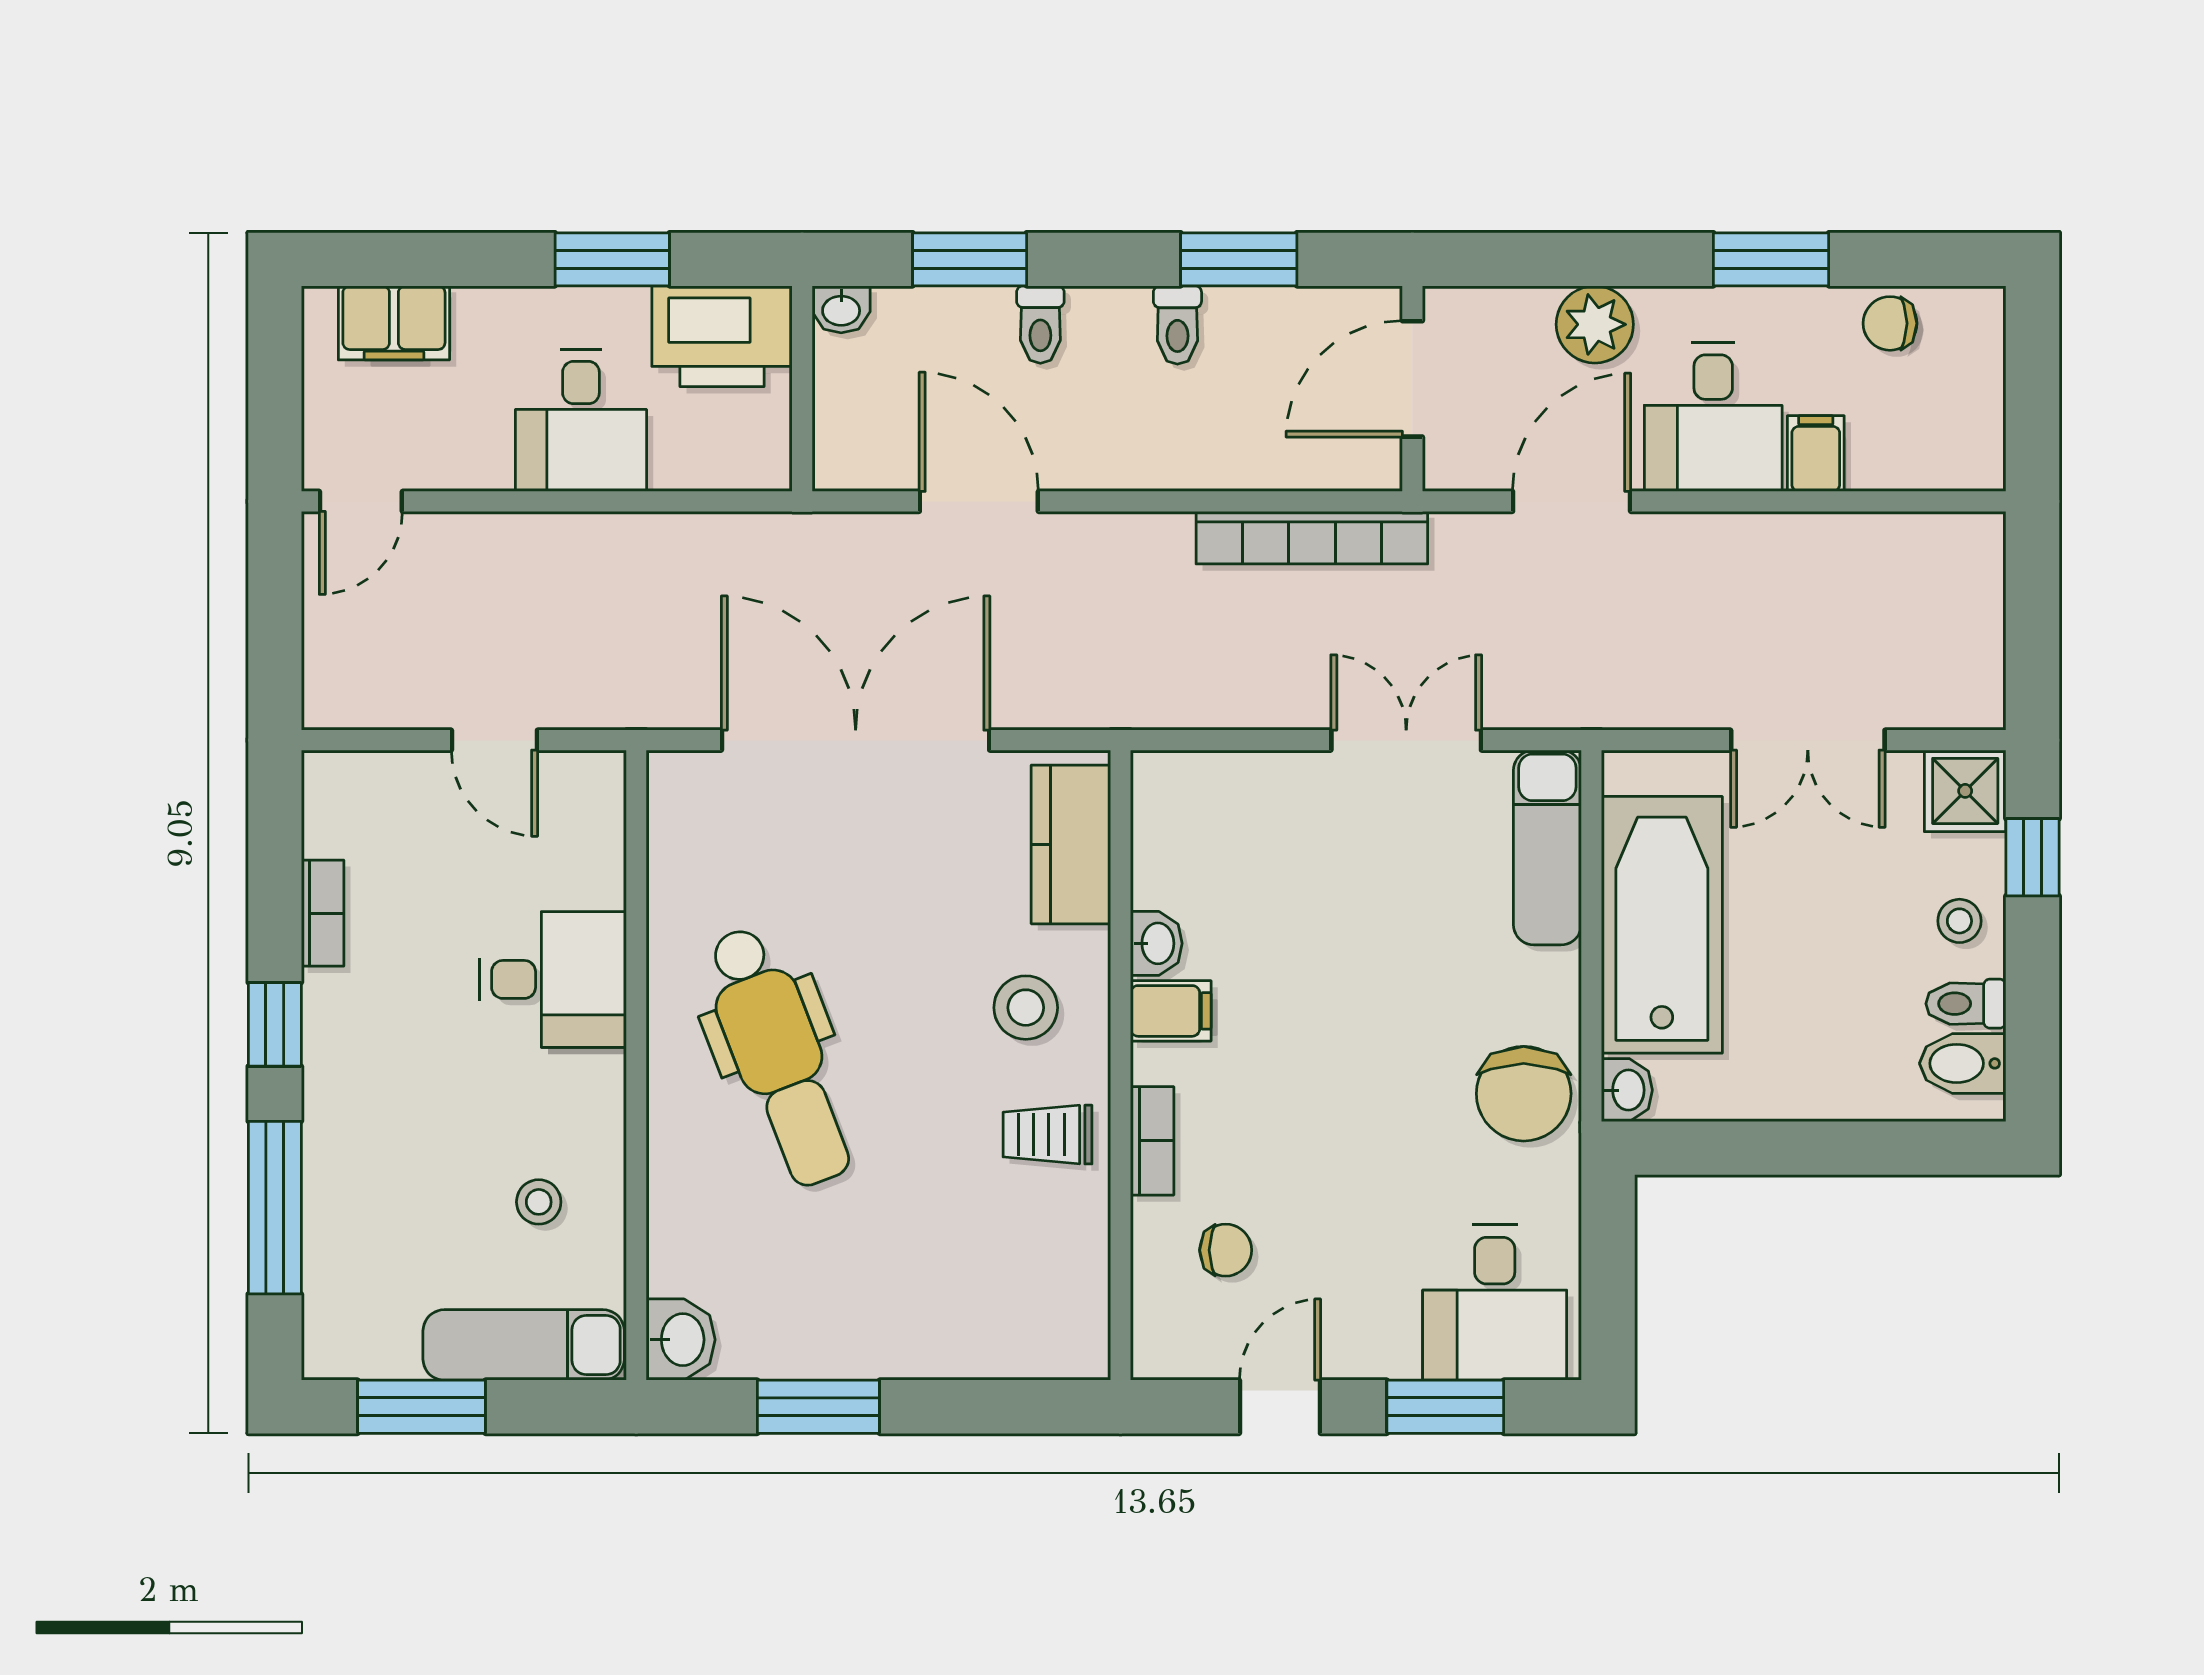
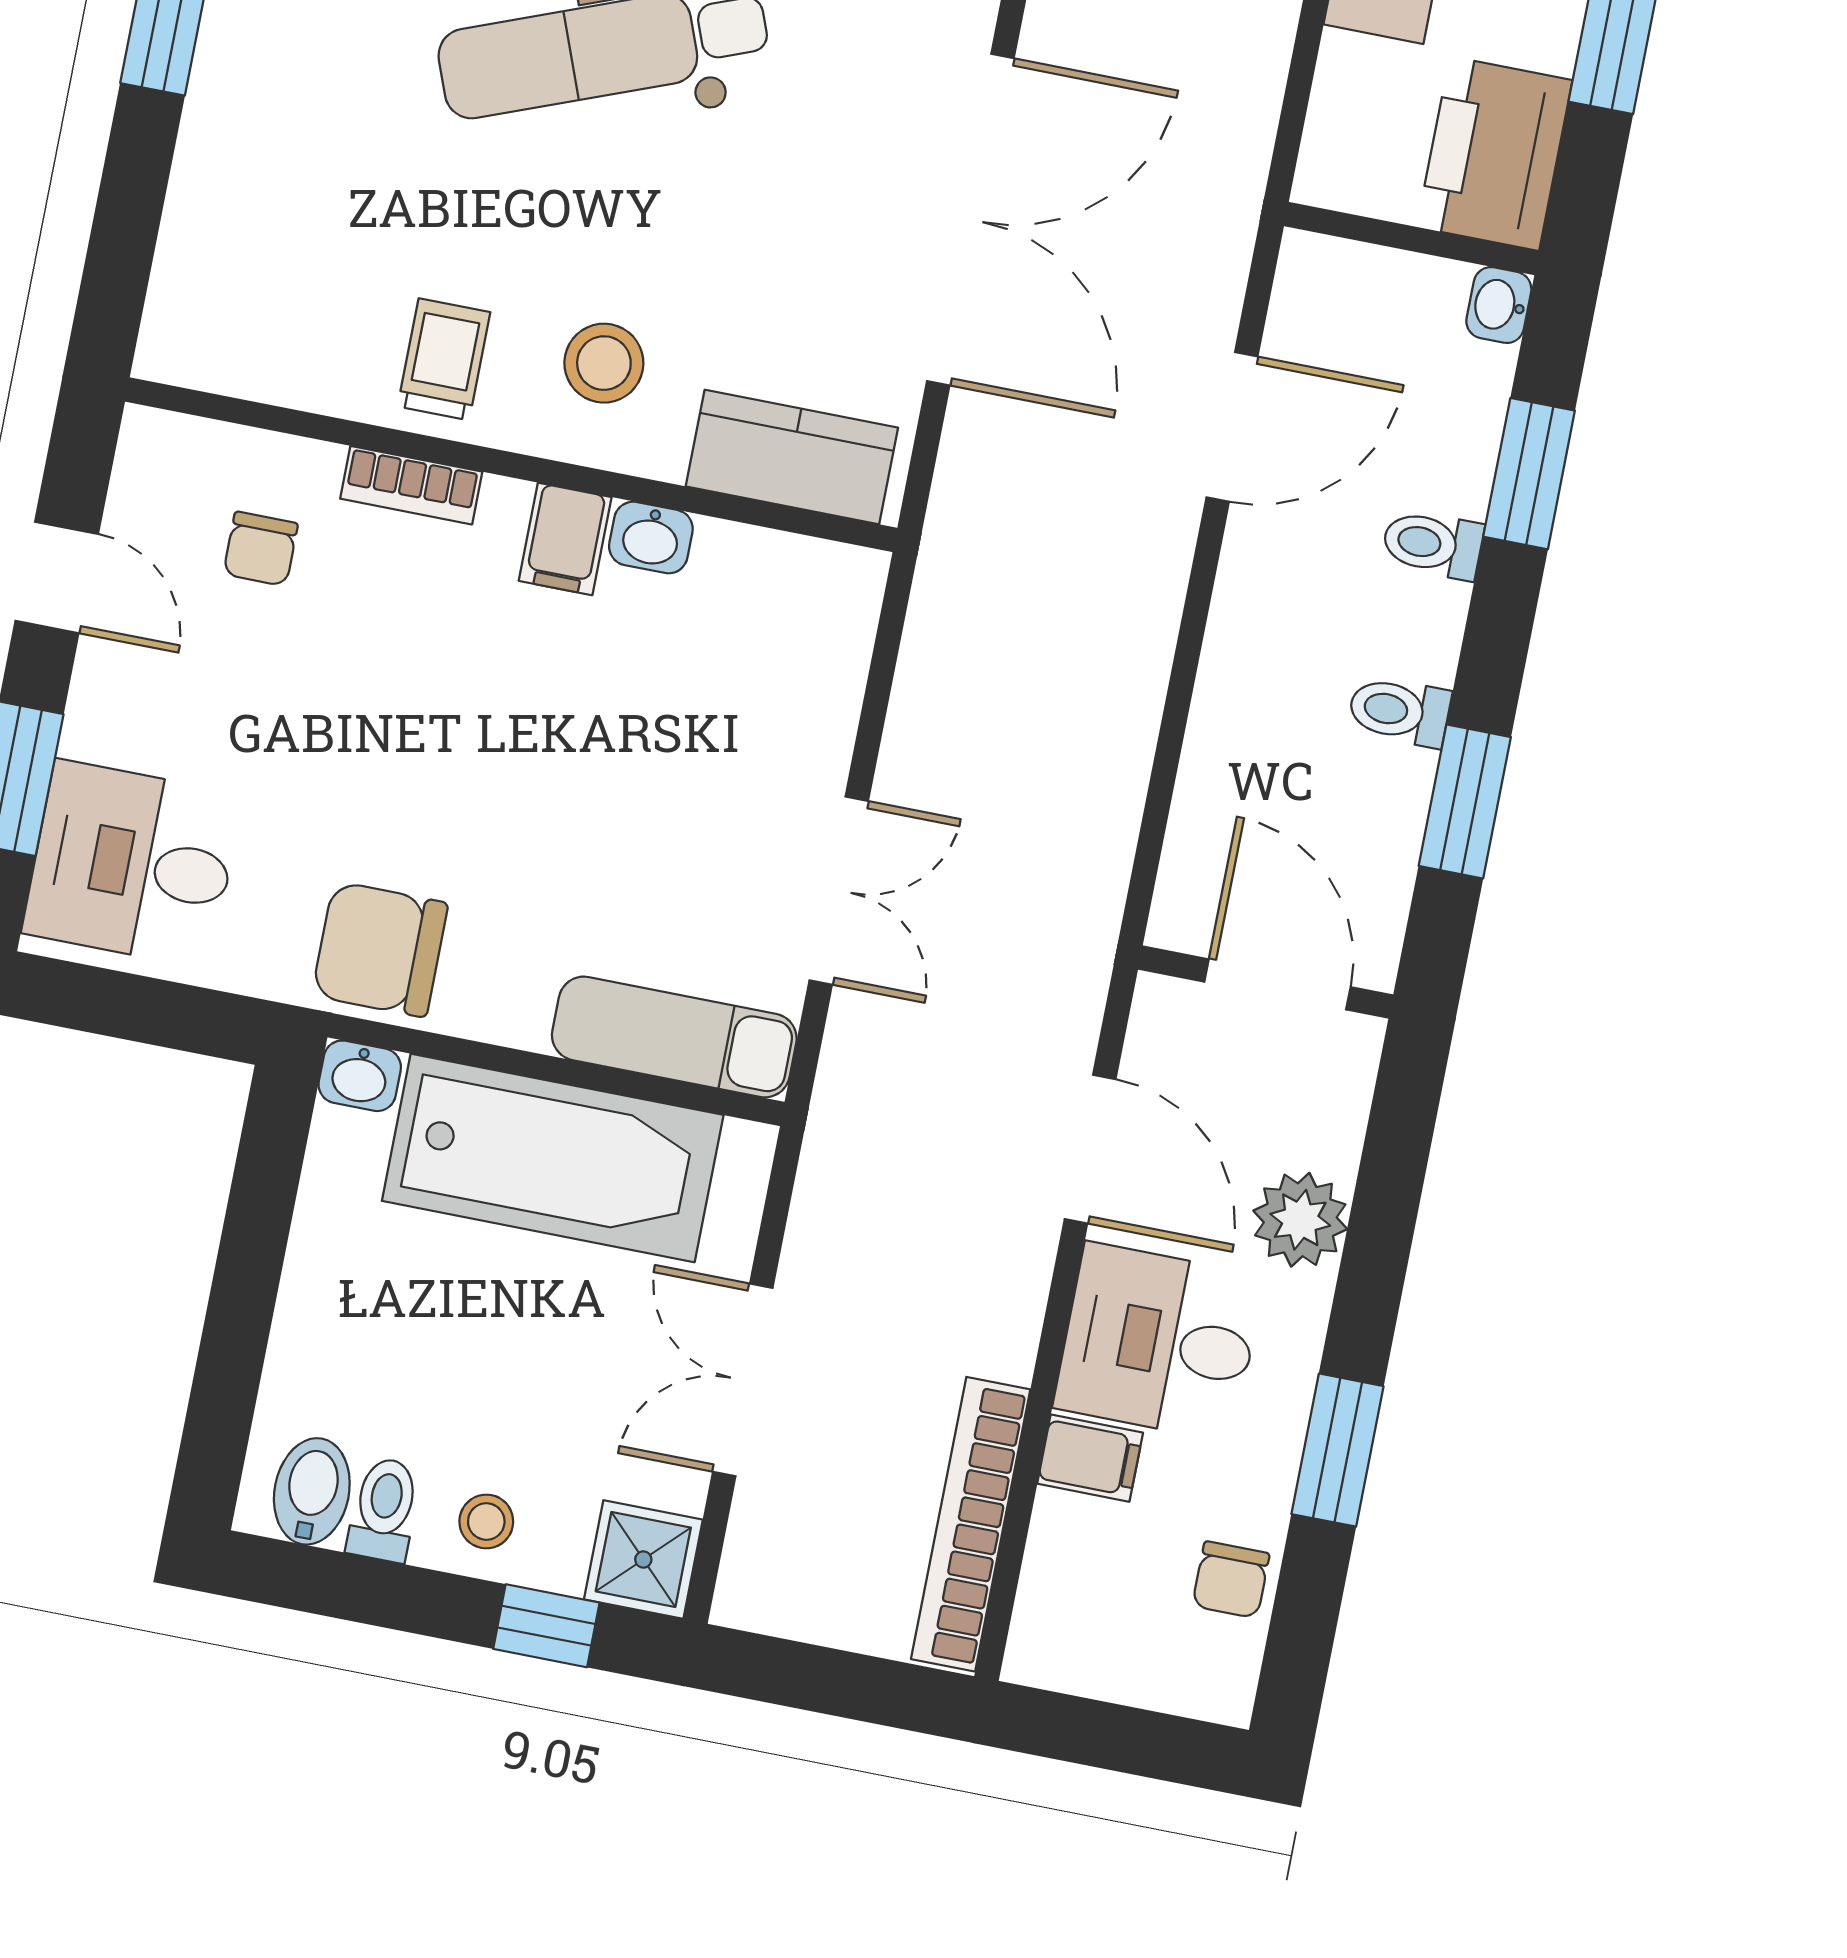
chair: (1890, 323) -> (1231, 1580), turned 180
bookcase: (1312, 538) -> (971, 1524), moved

